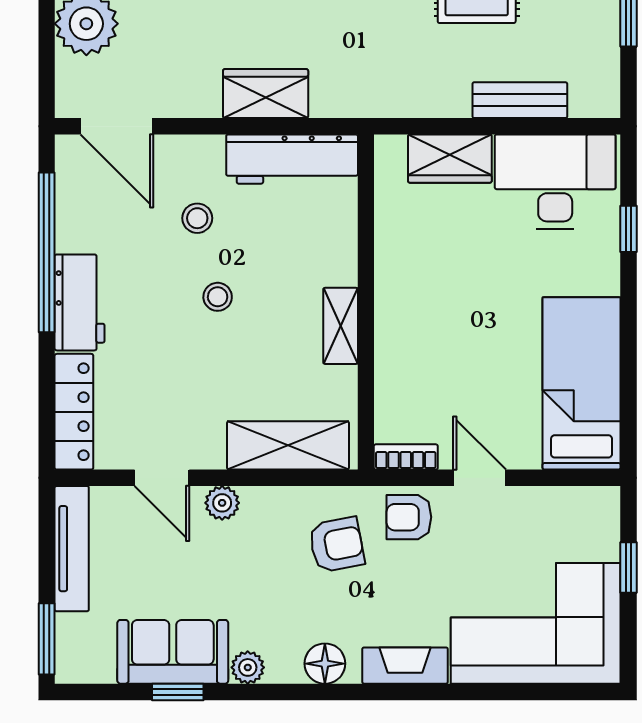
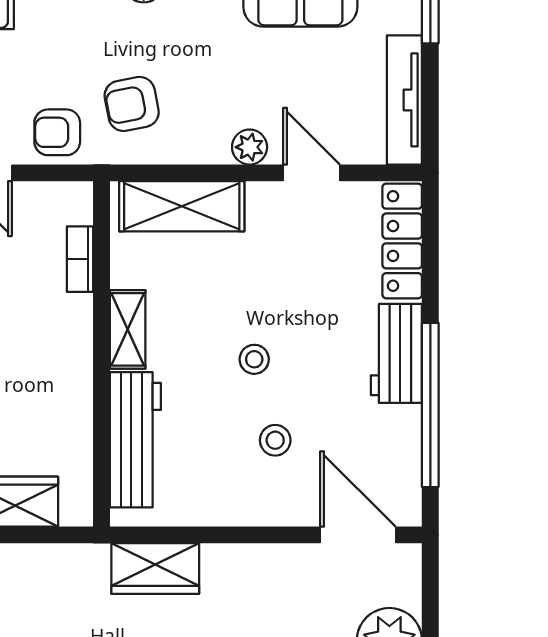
wardrobe: (266, 94) -> (155, 569), moved
workbench: (292, 159) -> (135, 440), moved, turned 90
bookcase: (406, 457) -> (80, 259), moved, turned 90
armchair: (409, 517) -> (57, 132), turned 180

